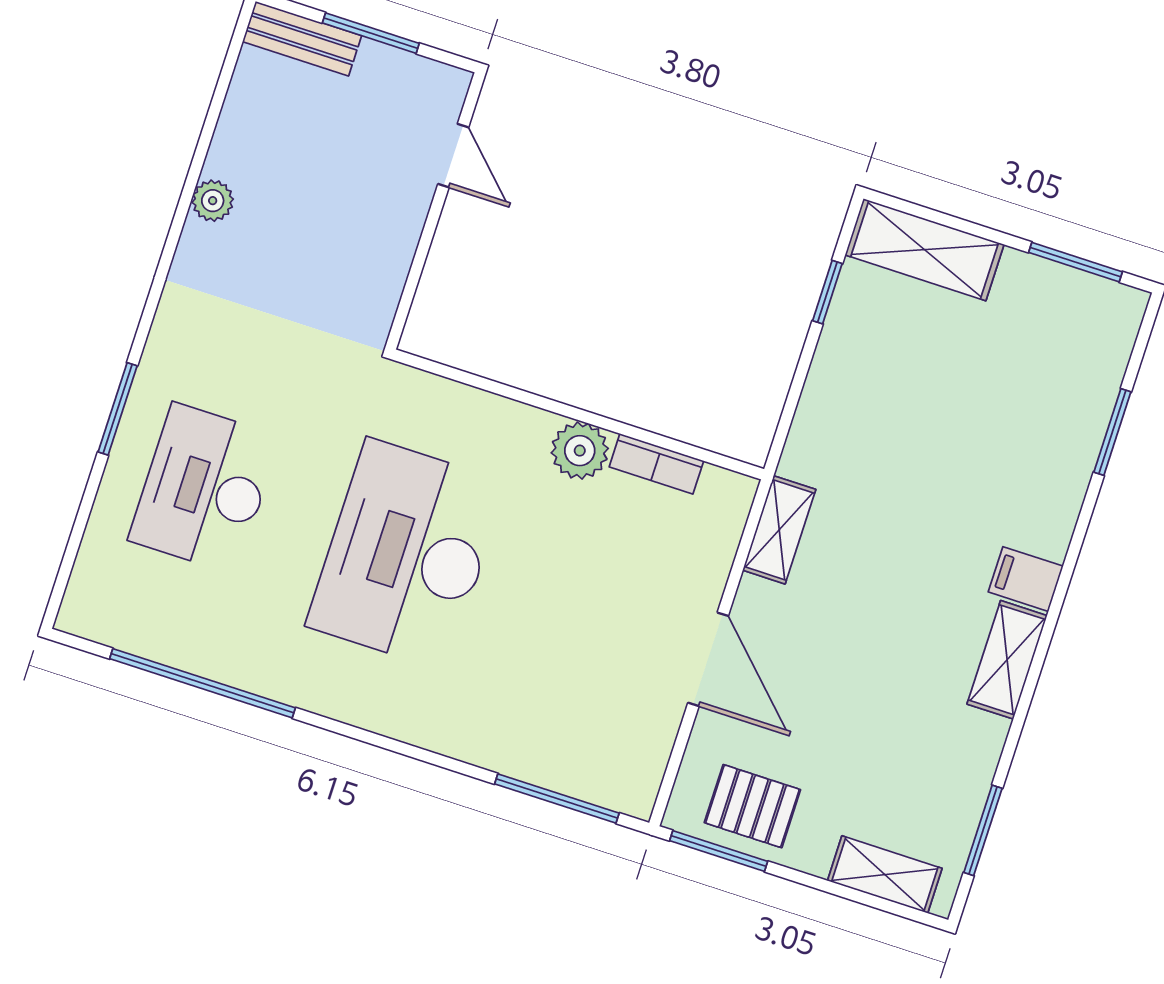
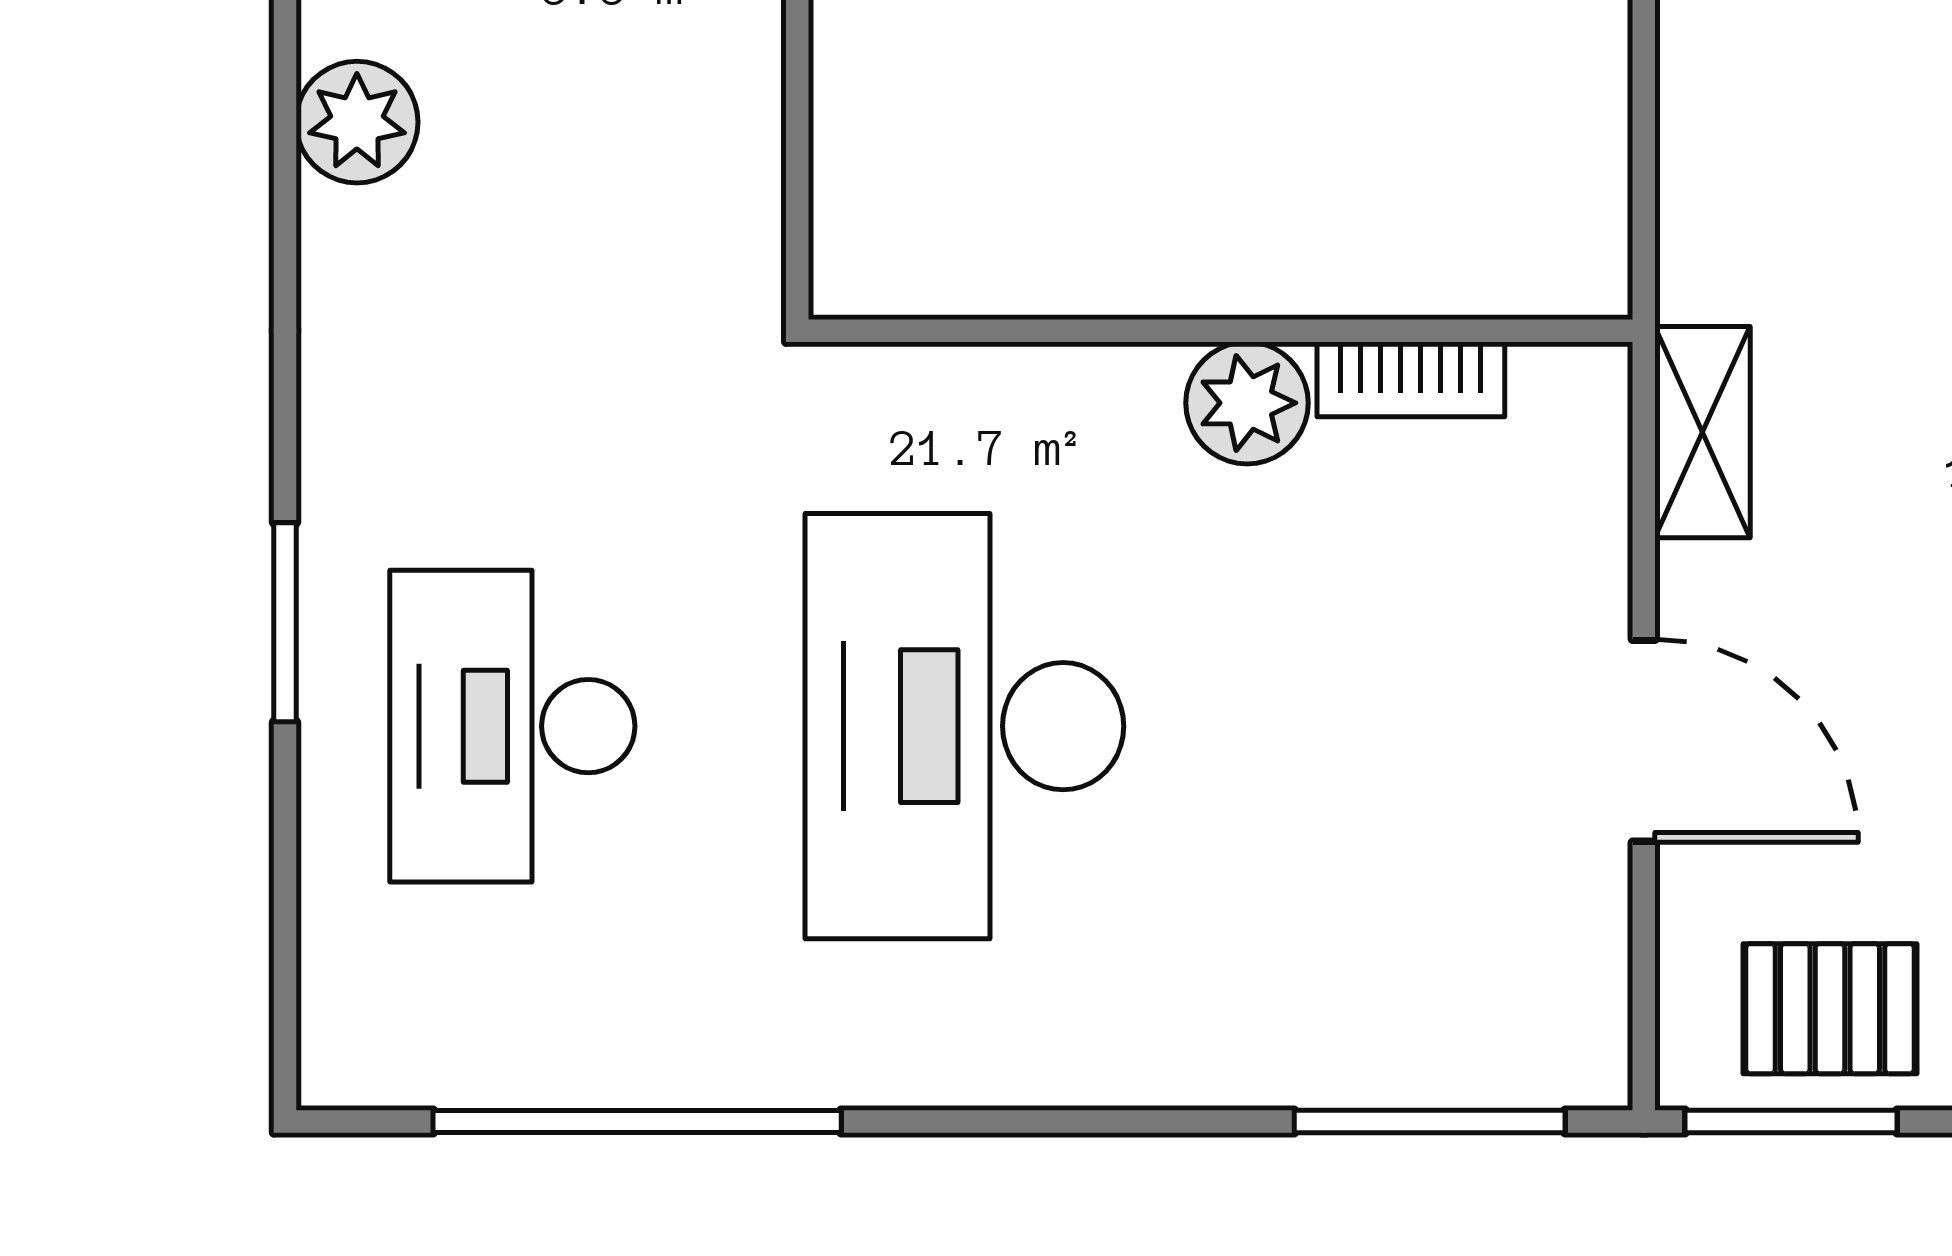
plant: (213, 201) -> (357, 122), width x1.38, depth x1.38

